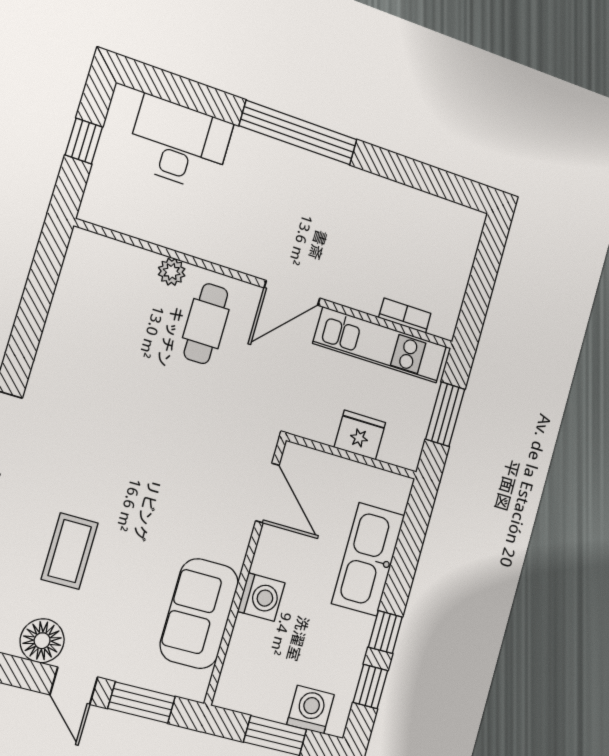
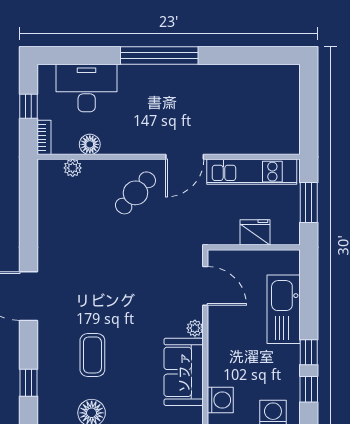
floor lamp: (159, 229) -> (90, 144), added
plant: (172, 272) -> (73, 168), moved
bookcase: (405, 316) -> (44, 137), moved, turned 90
cafe table: (206, 324) -> (135, 193), turned 42
plant: (234, 552) -> (195, 328), added
washing machine: (261, 597) -> (220, 400), moved

